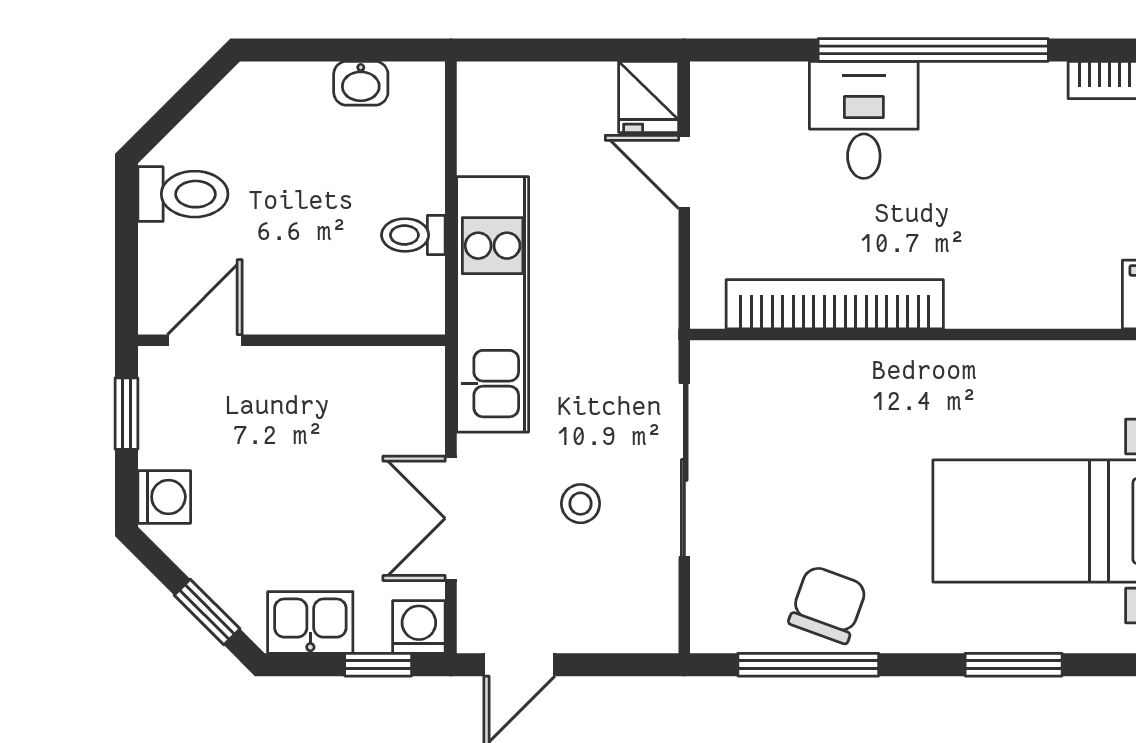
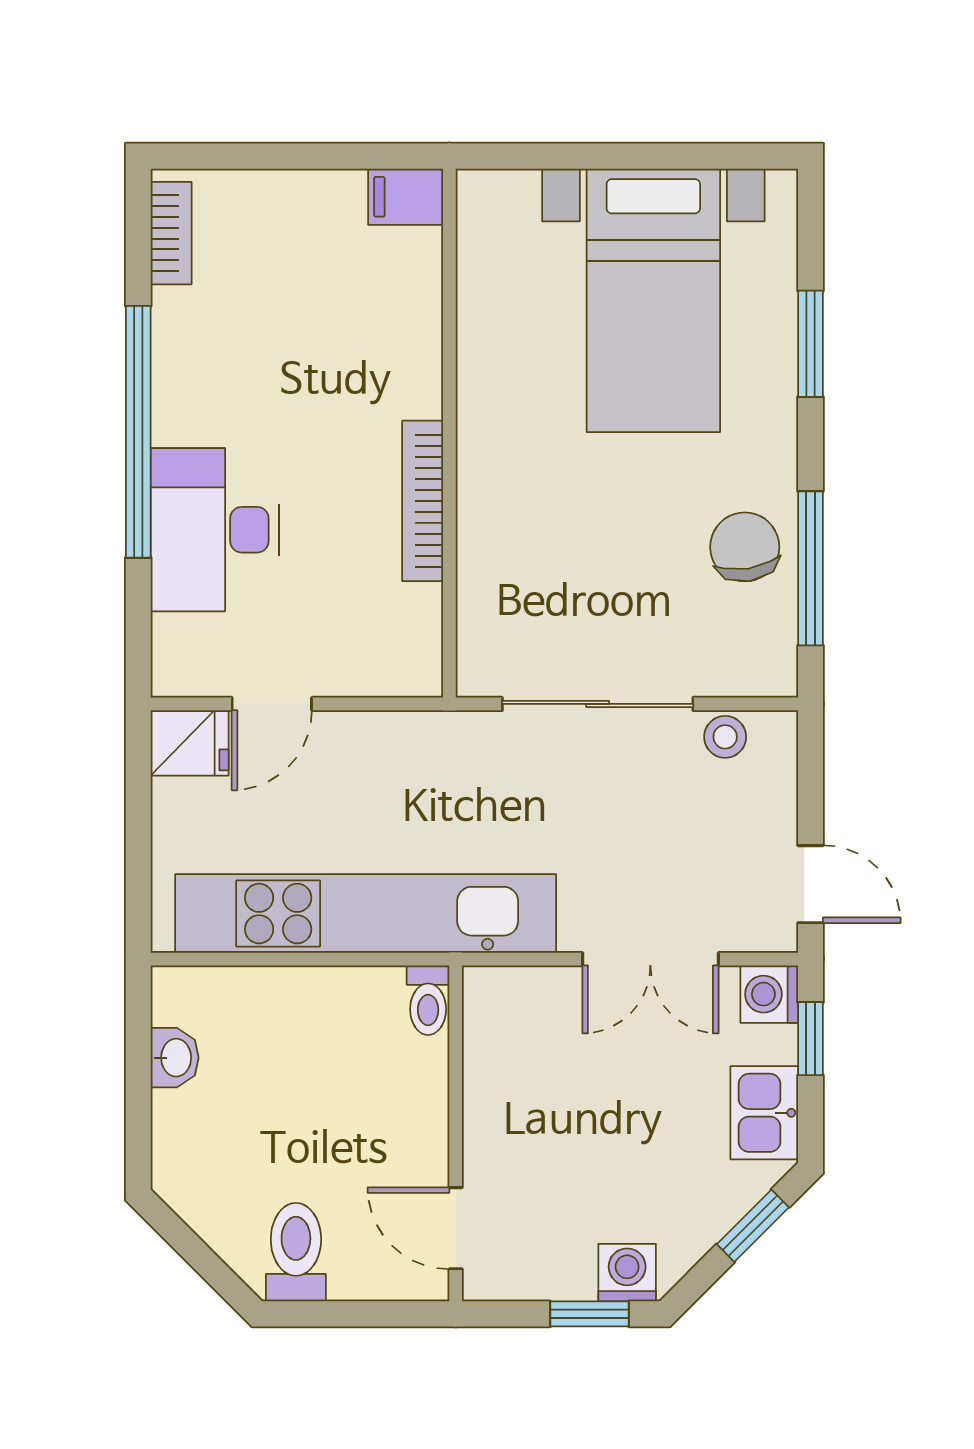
desk: (864, 120) -> (215, 530), width x1.37
toilet: (413, 235) -> (428, 1000), moved
kitchen unit: (493, 304) -> (366, 914), width x1.36
bookcase: (835, 304) -> (423, 501), width x0.68, depth x0.76
window: (126, 414) -> (589, 1314), moved
stool: (581, 504) -> (725, 737), moved
chair: (828, 605) -> (745, 547), turned 61

